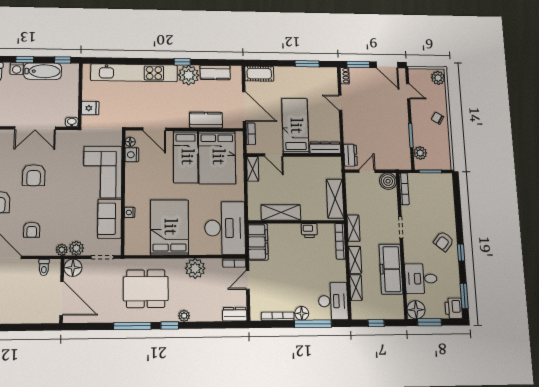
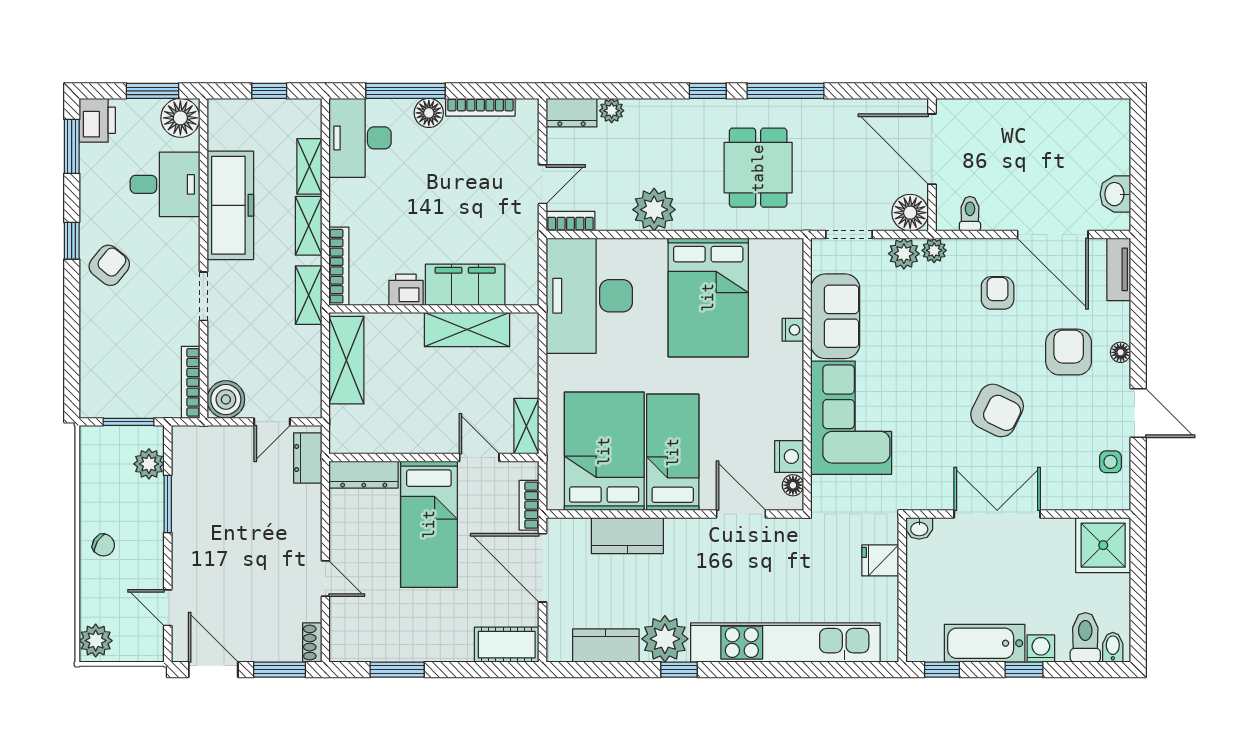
armchair: (34, 175) -> (997, 410), turned 116
filing cabinet: (258, 242) -> (465, 285), moved, turned 90
dining table: (146, 289) -> (758, 168), width x0.73
plant: (184, 316) -> (612, 111), moved

